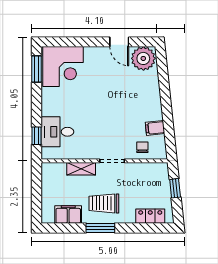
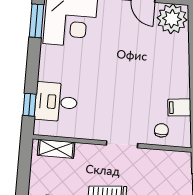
shelving: (81, 169) -> (56, 149), moved

